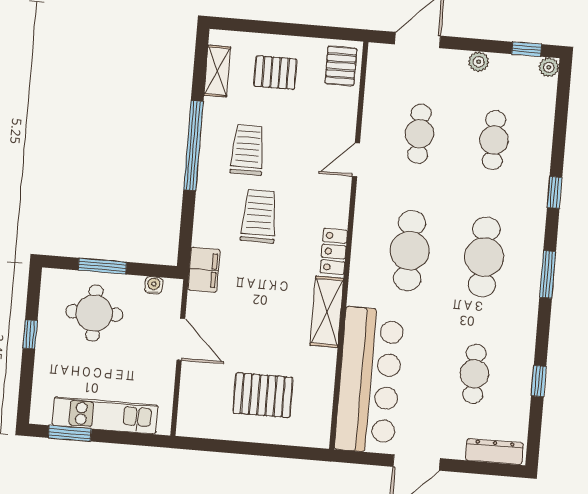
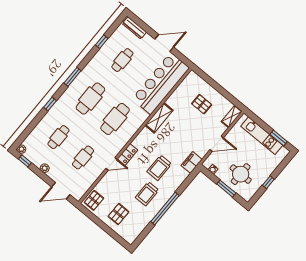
shelving: (217, 71) -> (232, 116), moved
pallet: (275, 73) -> (118, 214), turned 90
locker: (334, 252) -> (127, 154), moved
door: (181, 339) -> (217, 144), swing flipped
pallet: (263, 395) -> (202, 104), width x0.67, depth x0.71

